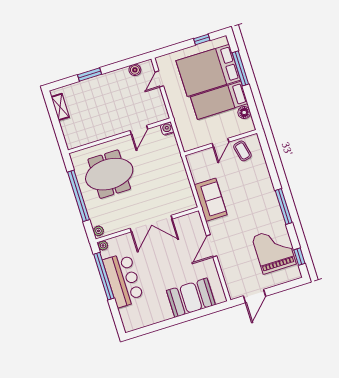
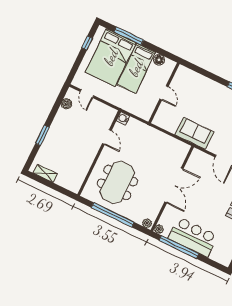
coffee table: (242, 151) -> (182, 84), removed

